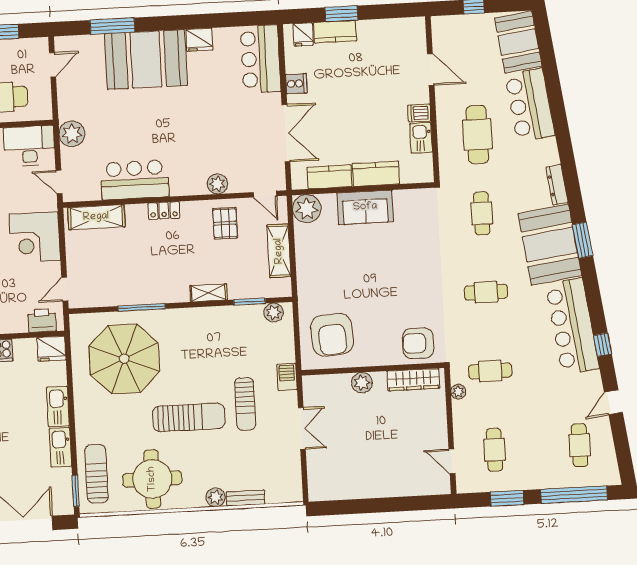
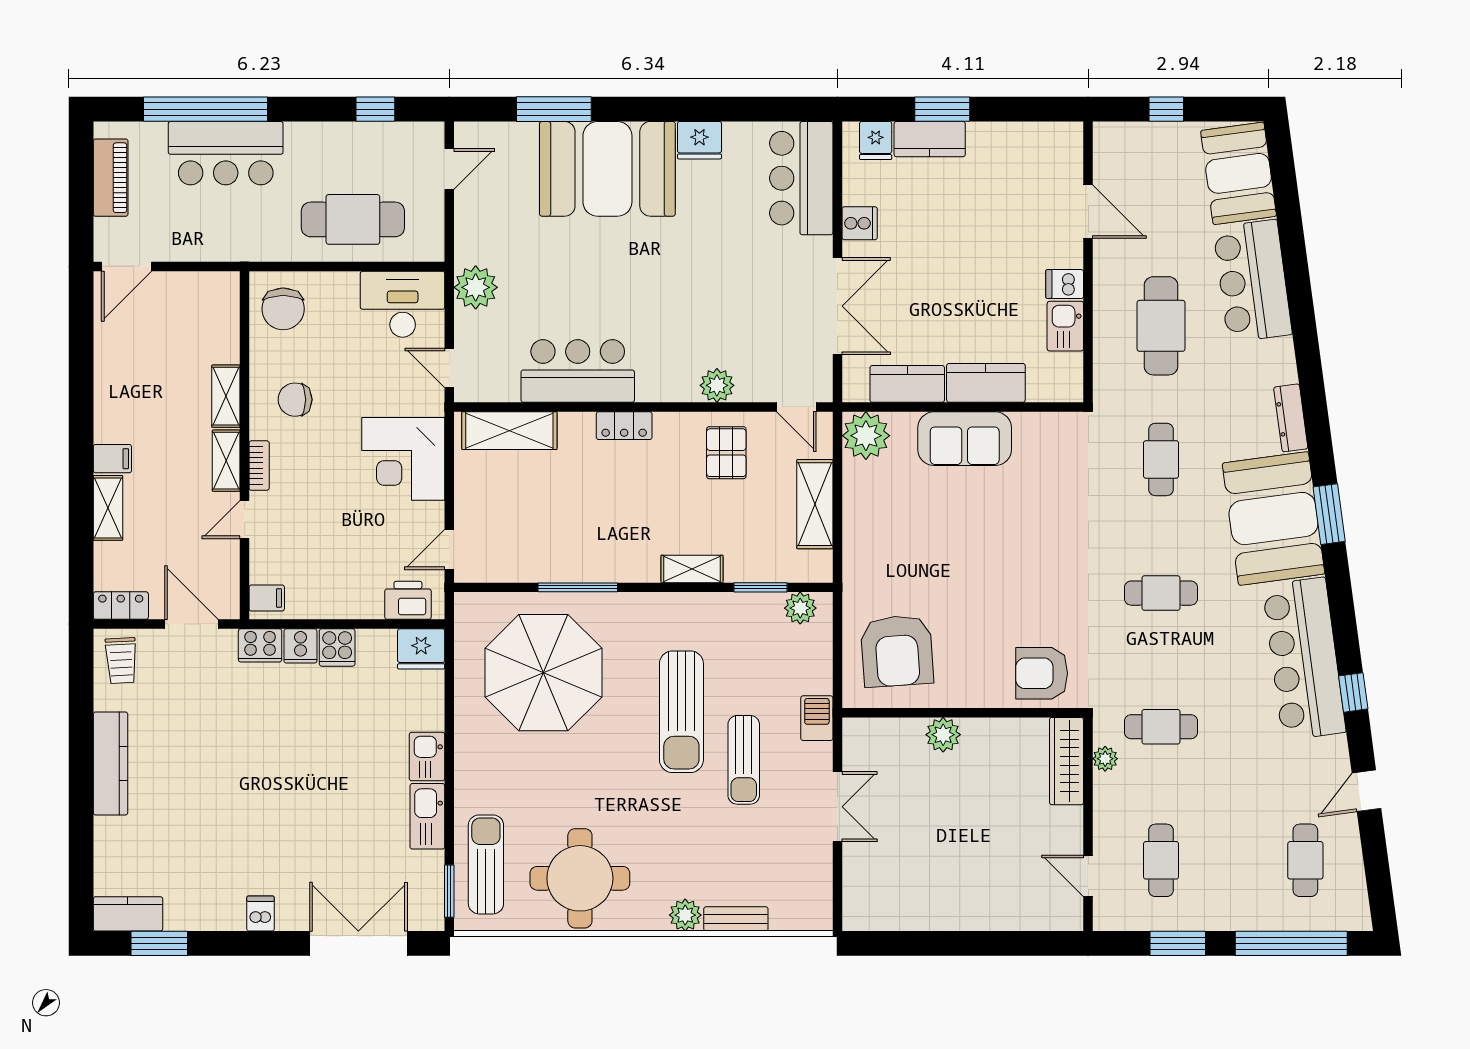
wardrobe: (413, 380) -> (1067, 761), moved, turned 90
kitchen sink: (58, 407) -> (427, 757), width x0.73
sun lounger: (189, 417) -> (681, 712), moved, turned 90

